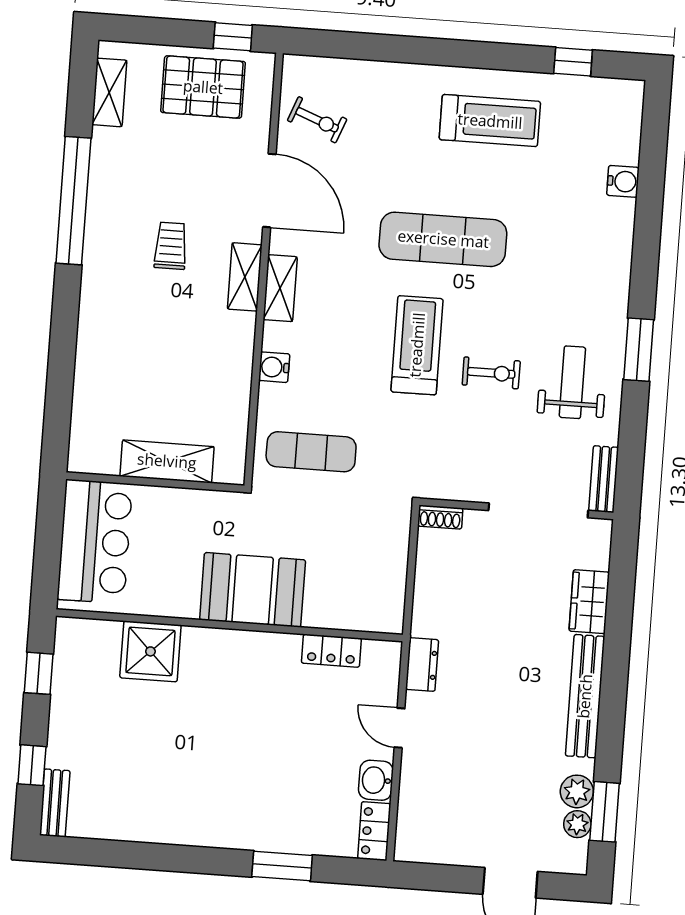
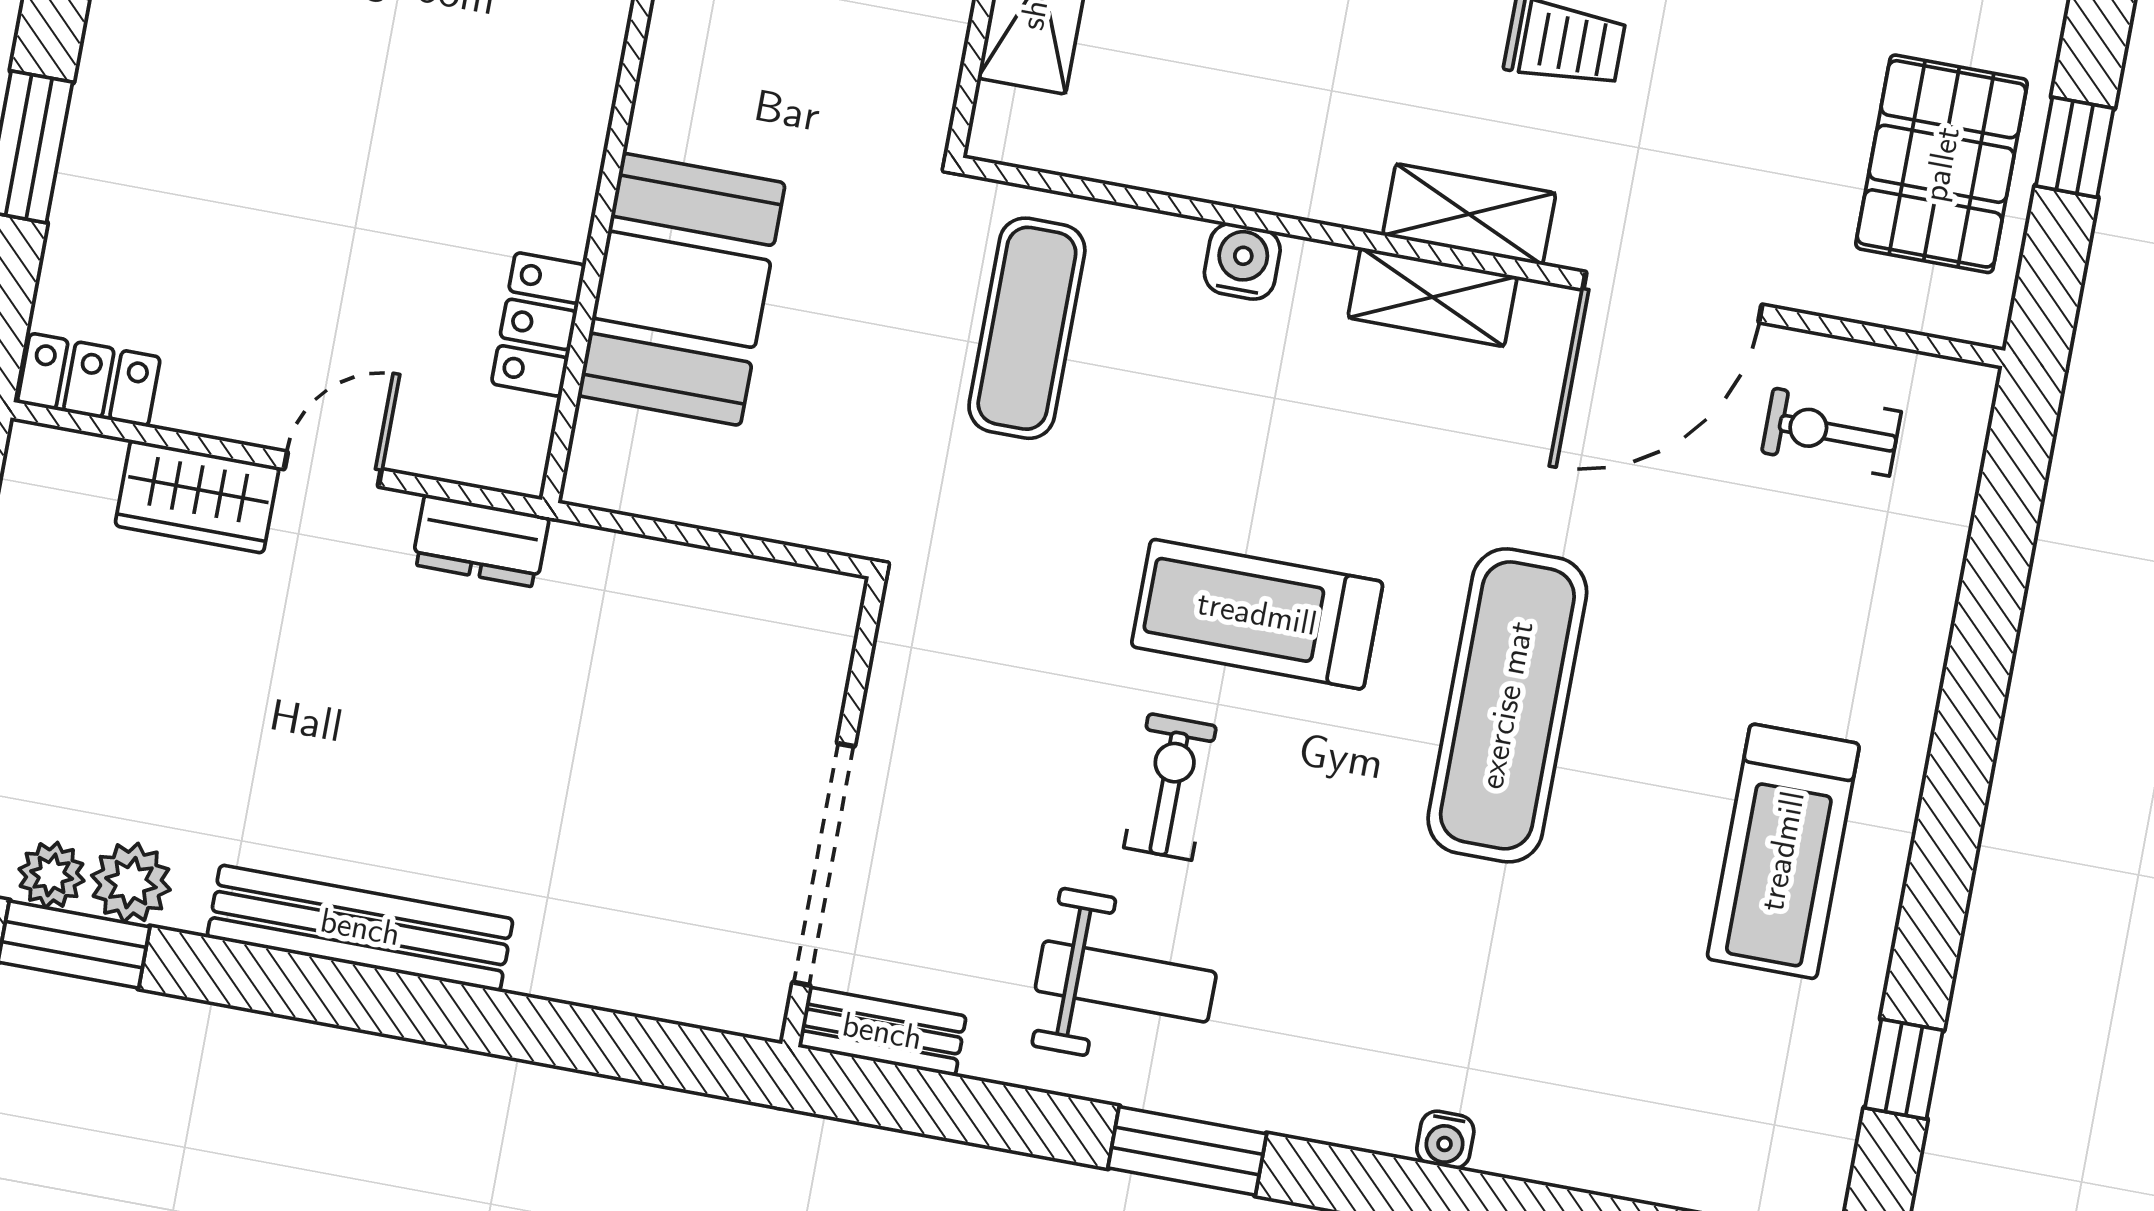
window: (233, 37) -> (2075, 147), moved
exercise bike: (317, 120) -> (1831, 432), turned 69
water cooler: (623, 181) -> (1445, 1140), moved, width x0.72, depth x0.72
treadmill: (417, 345) -> (1257, 614), turned 180
exercise bike: (491, 373) -> (1170, 787), turned 180
shoe rack: (440, 517) -> (834, 624), removed
booth: (253, 590) -> (681, 289), moved
wardrobe: (589, 602) -> (197, 497), moved, turned 180
washbasin: (376, 780) -> (212, 398), removed

